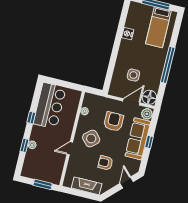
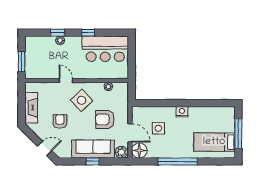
nightstand: (128, 34) -> (182, 112), moved
armchair: (114, 122) -> (105, 119), turned 180

